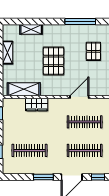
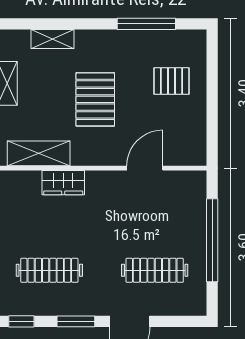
pallet: (93, 51) -> (172, 81), turned 90
clothes rail: (85, 122) -> (155, 216), removed
window: (98, 177) -> (21, 321), moved

